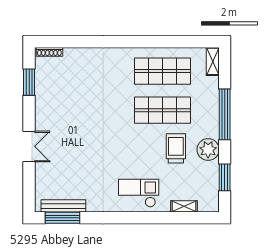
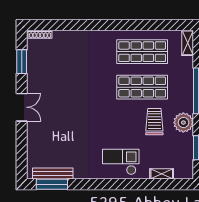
double door: (29, 146) -> (22, 107), moved

